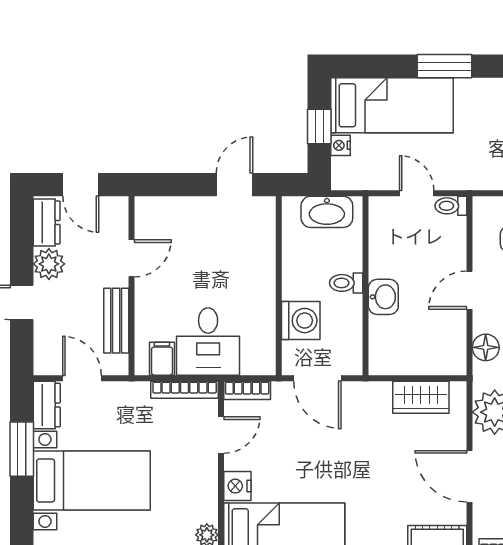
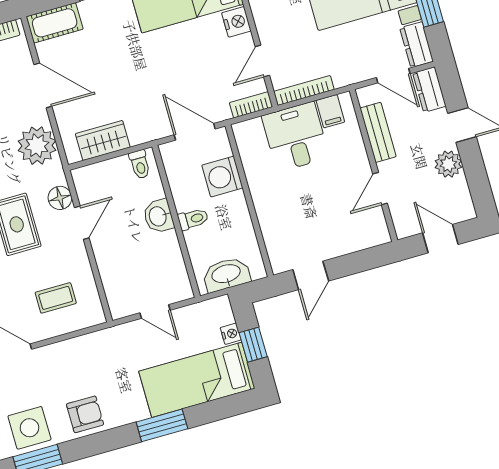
toilet: (451, 206) -> (140, 164), moved, turned 90
dresser: (47, 222) -> (429, 90), moved
door: (469, 290) -> (82, 223), moved

